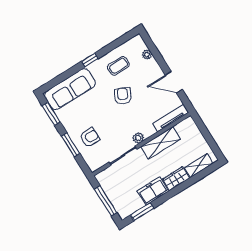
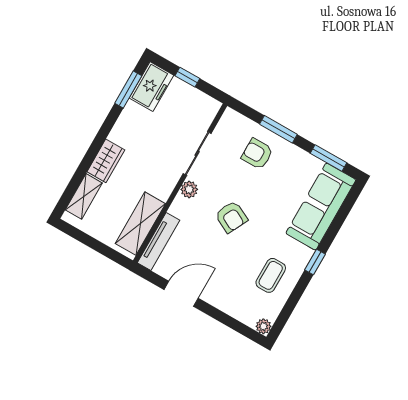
plant: (147, 55) -> (263, 326), moved
armchair: (123, 96) -> (231, 217), moved
armchair: (90, 137) -> (257, 154), turned 90
shelving: (161, 143) -> (140, 224), moved
freezer: (153, 191) -> (151, 87), moved
window: (106, 201) -> (187, 77), width x0.46

